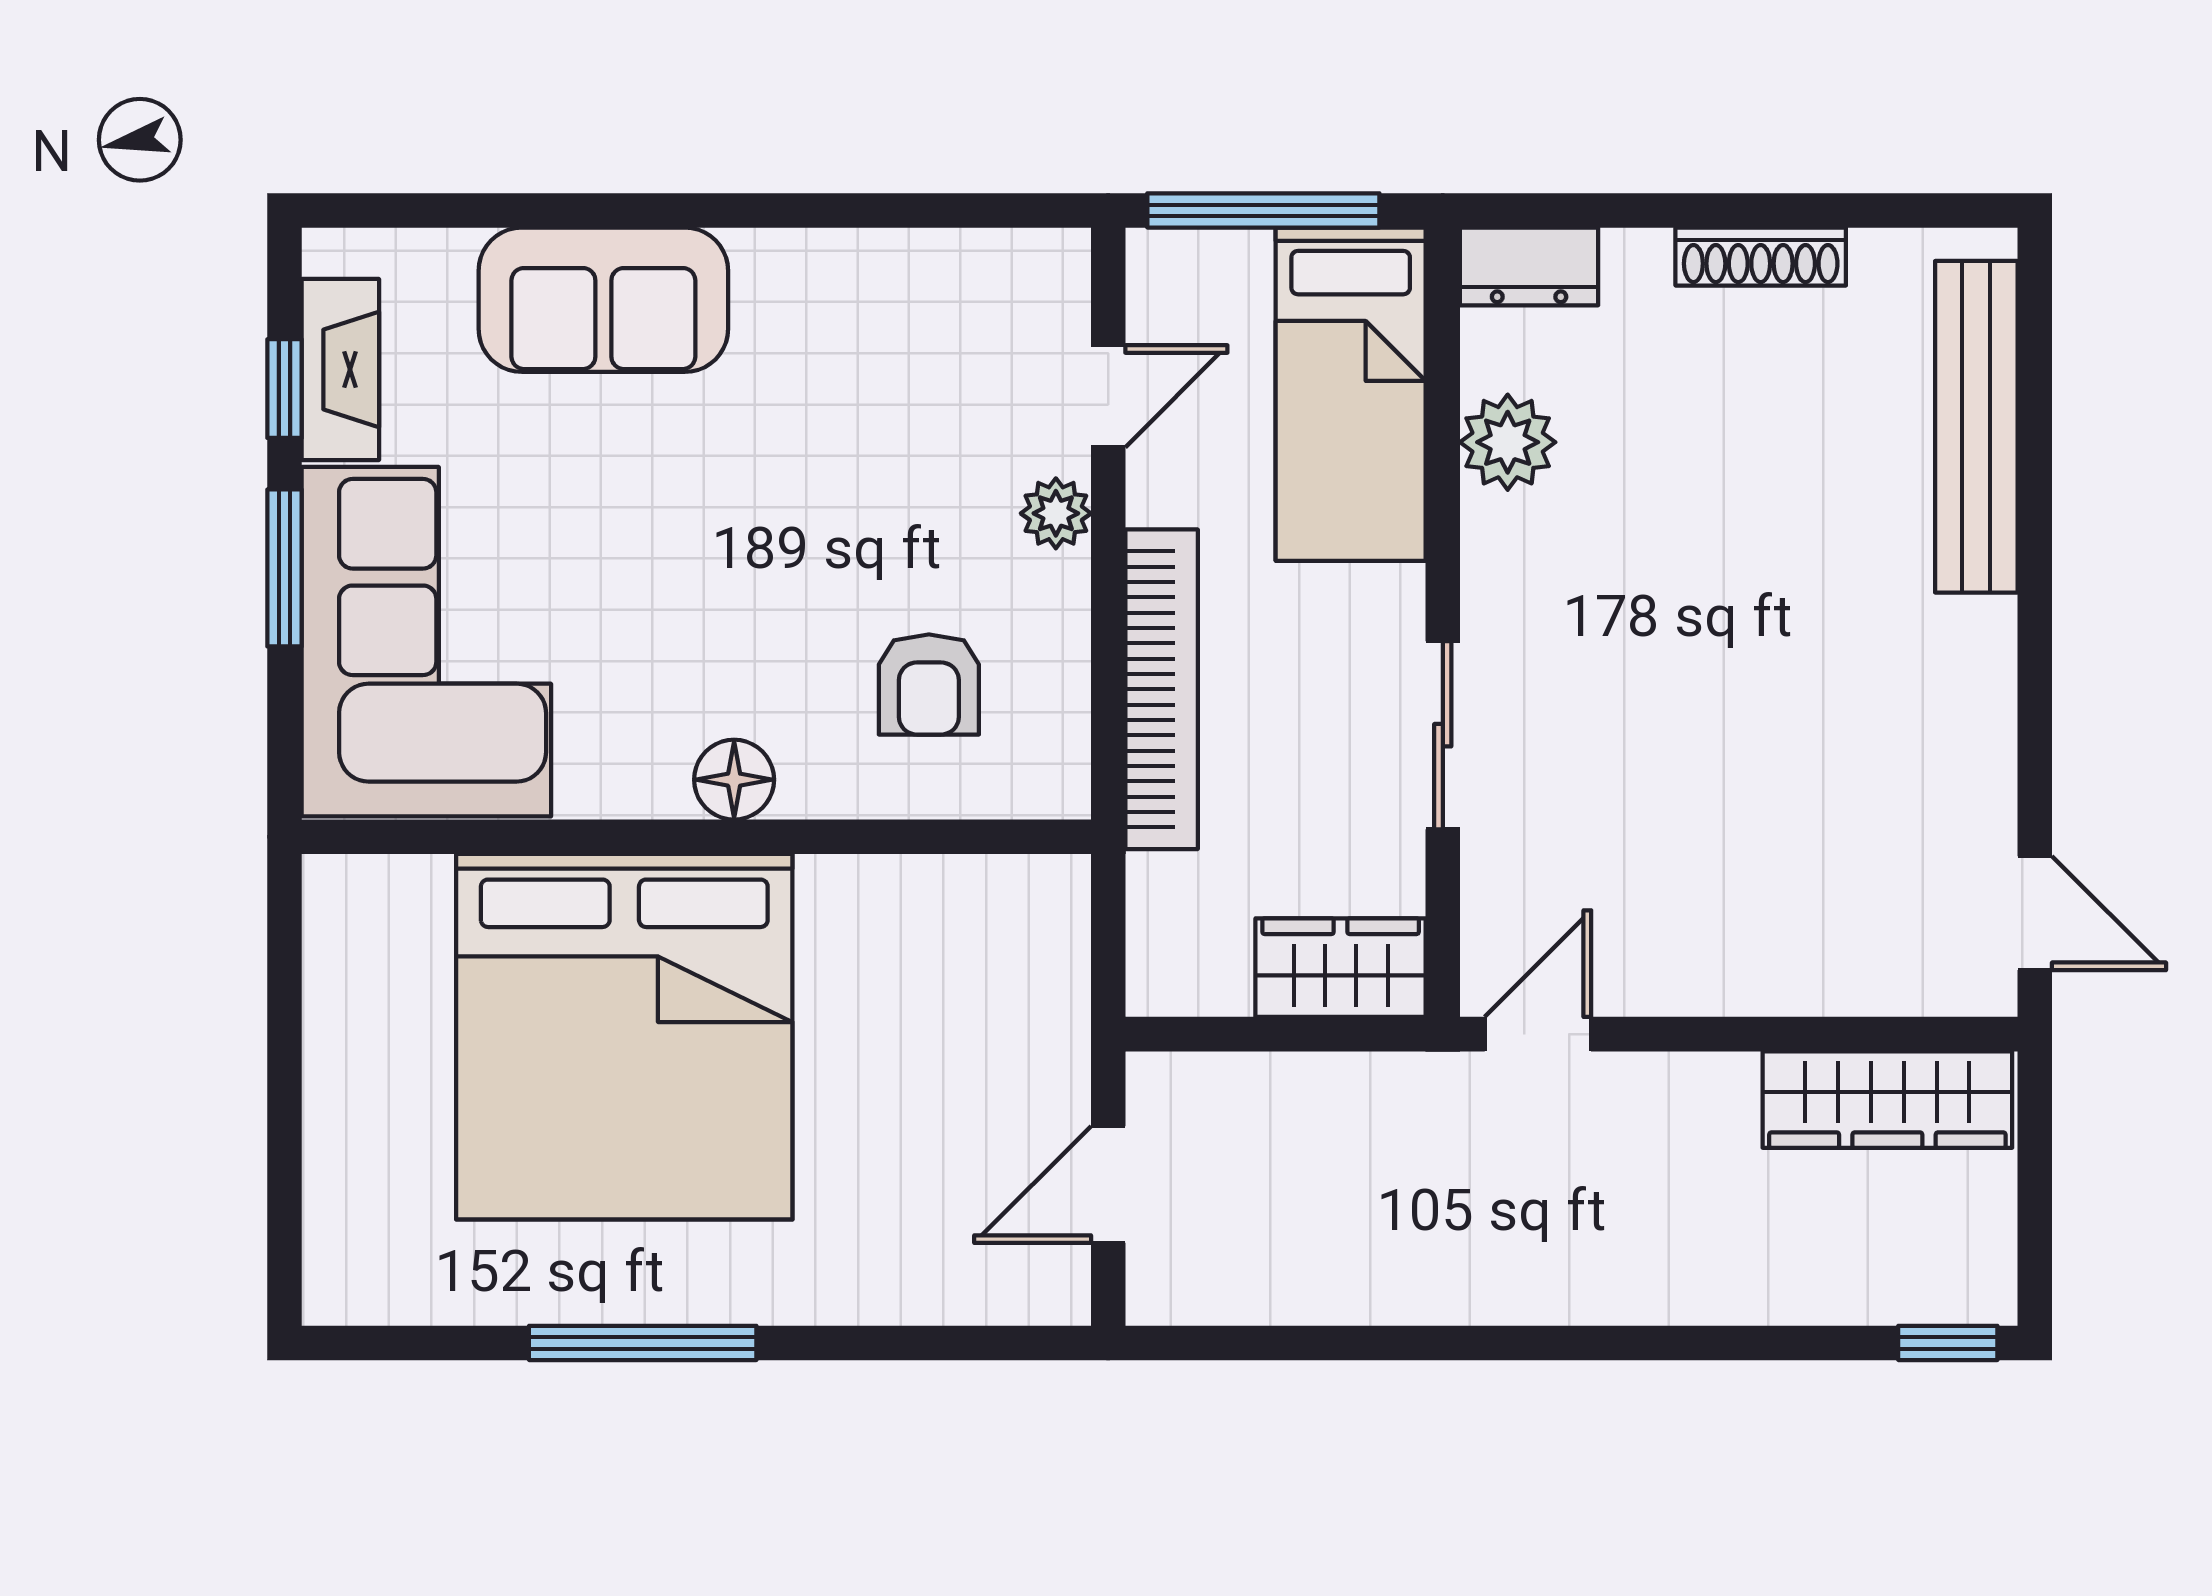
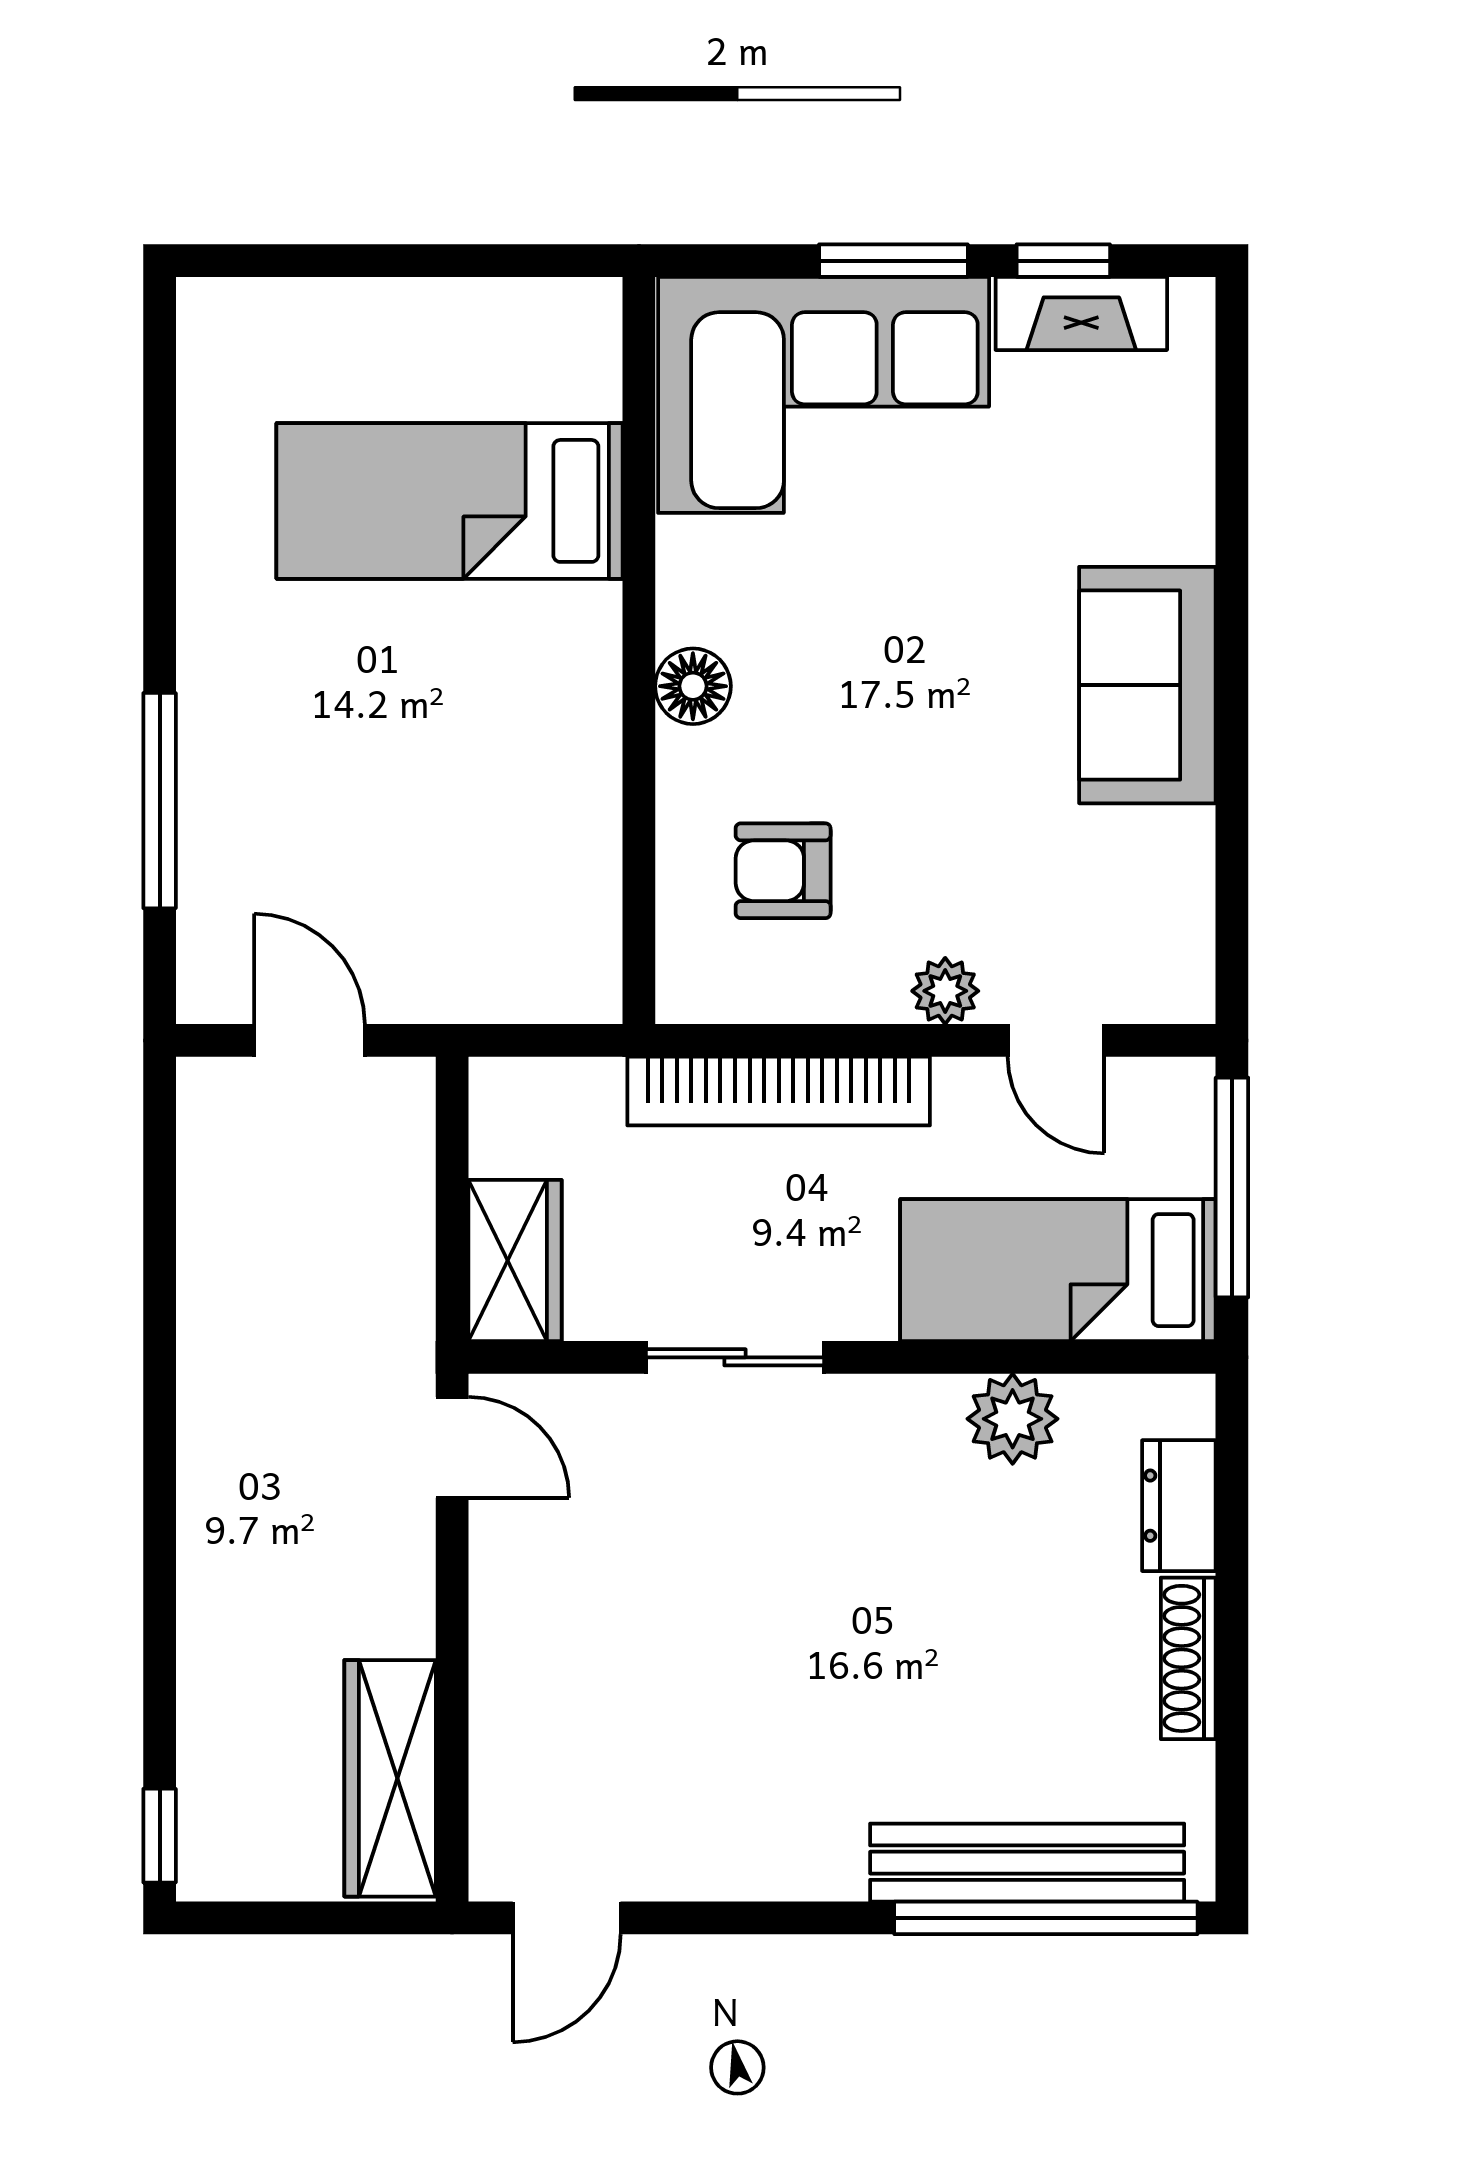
dresser: (1529, 266) -> (1179, 1506), moved
sofa: (603, 300) -> (1147, 685), moved
window: (2035, 407) -> (1046, 1918), added
bed: (624, 1037) -> (450, 501), width x0.49
window: (643, 1343) -> (160, 801), moved

